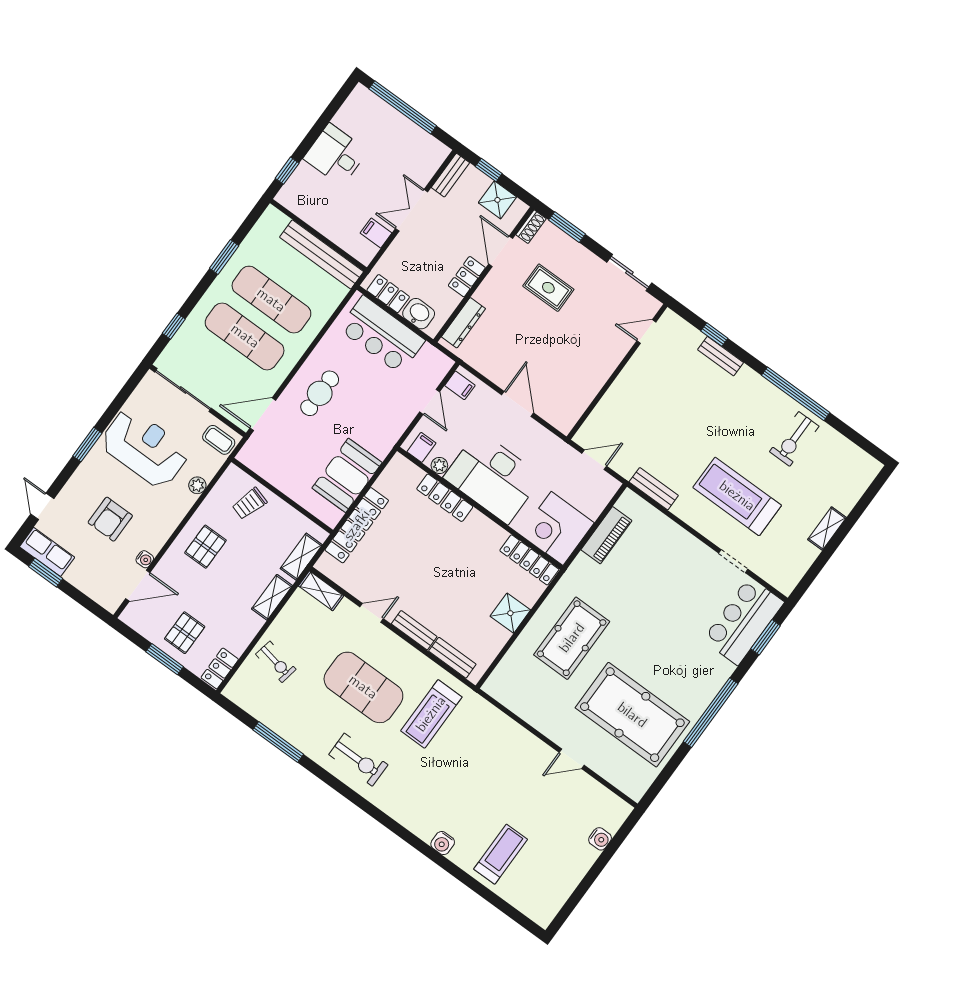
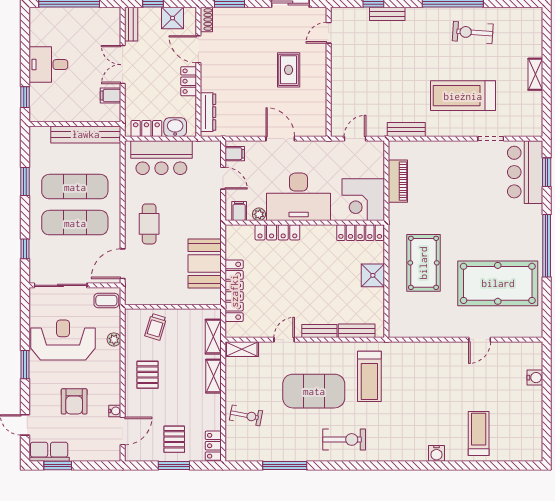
rug: (548, 288) -> (289, 70), moved, turned 90
exercise bike: (794, 439) -> (473, 32), turned 94

